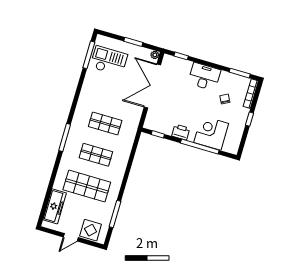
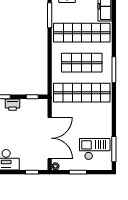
checkout: (109, 61) -> (95, 149), turned 180
shop shelf: (105, 124) -> (82, 93), width x2.00, depth x1.36
shop shelf: (96, 155) -> (82, 63), width x1.43, depth x1.36
shop shelf: (87, 186) -> (82, 33), width x1.40

